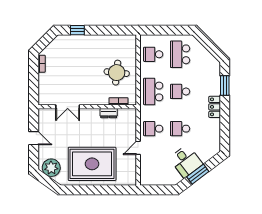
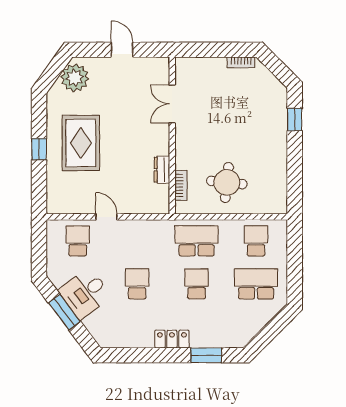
school desk: (153, 129) -> (78, 241), moved
door: (34, 138) -> (122, 50), swing flipped
rug: (92, 164) -> (81, 143), width x0.73, depth x0.69
window: (96, 190) -> (39, 149), added

